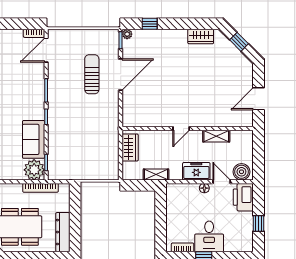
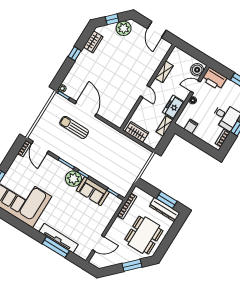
window: (150, 24) -> (75, 54), moved
plant: (237, 61) -> (124, 28), added
plant: (34, 170) -> (73, 179), moved
freezer: (196, 171) -> (173, 107), moved
filing cabinet: (174, 204) -> (191, 126), added
window: (75, 228) -> (167, 200), added

